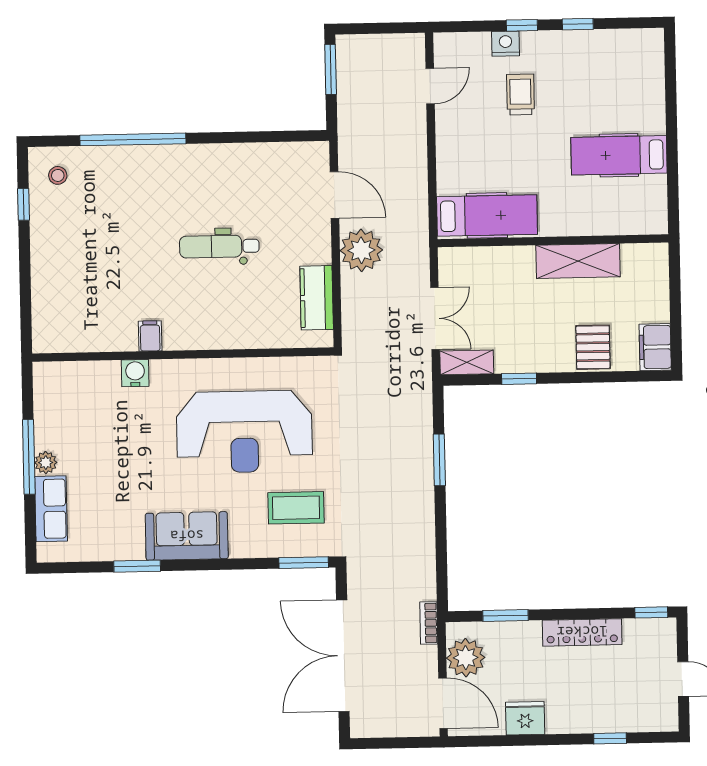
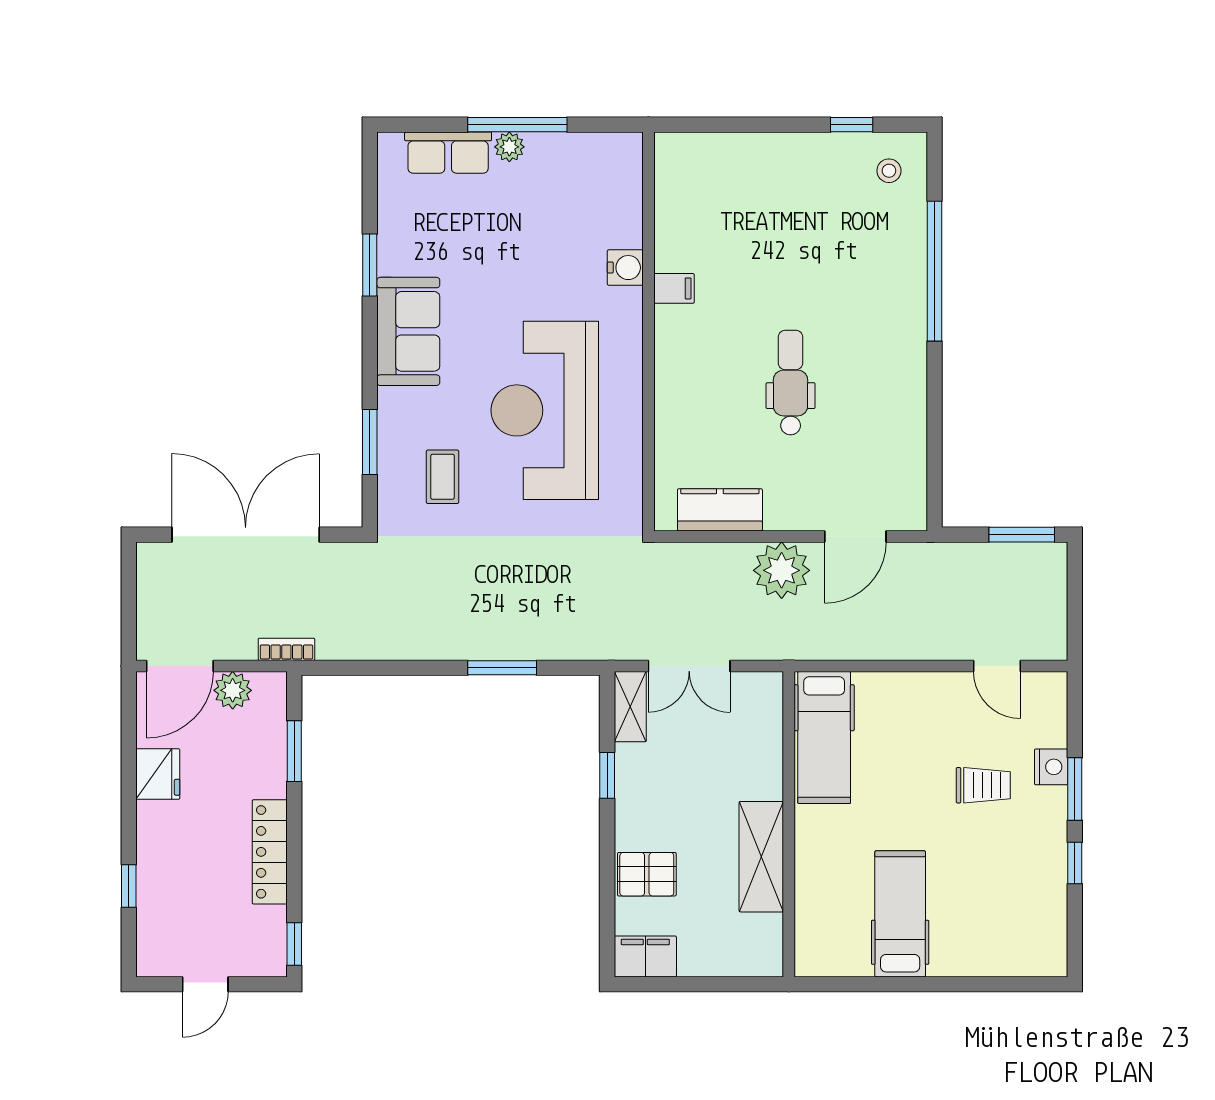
window: (522, 25) -> (1075, 789), width x1.50
coffee table: (296, 508) -> (443, 477), width x0.73, depth x0.77
window: (304, 563) -> (370, 442), moved
plant: (466, 658) -> (233, 690), width x0.73, depth x0.73

